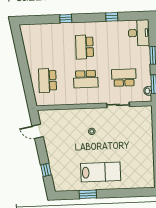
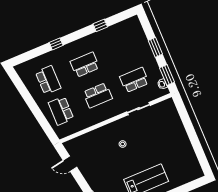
desk: (139, 33) -> (132, 31), removed
school desk: (85, 47) -> (85, 65), turned 90
school desk: (46, 48) -> (48, 80), added

